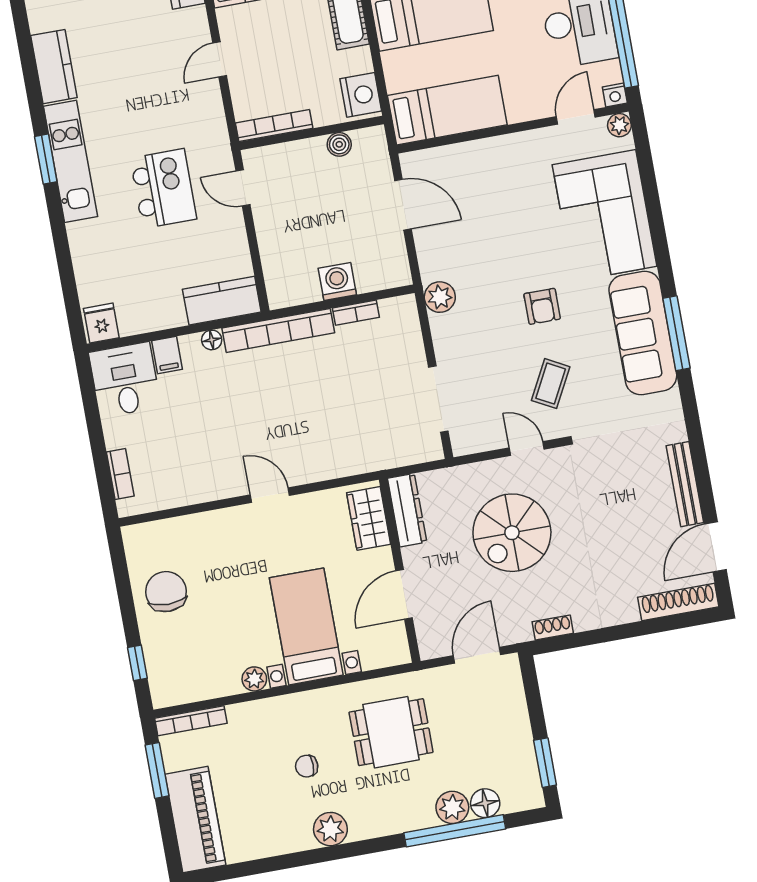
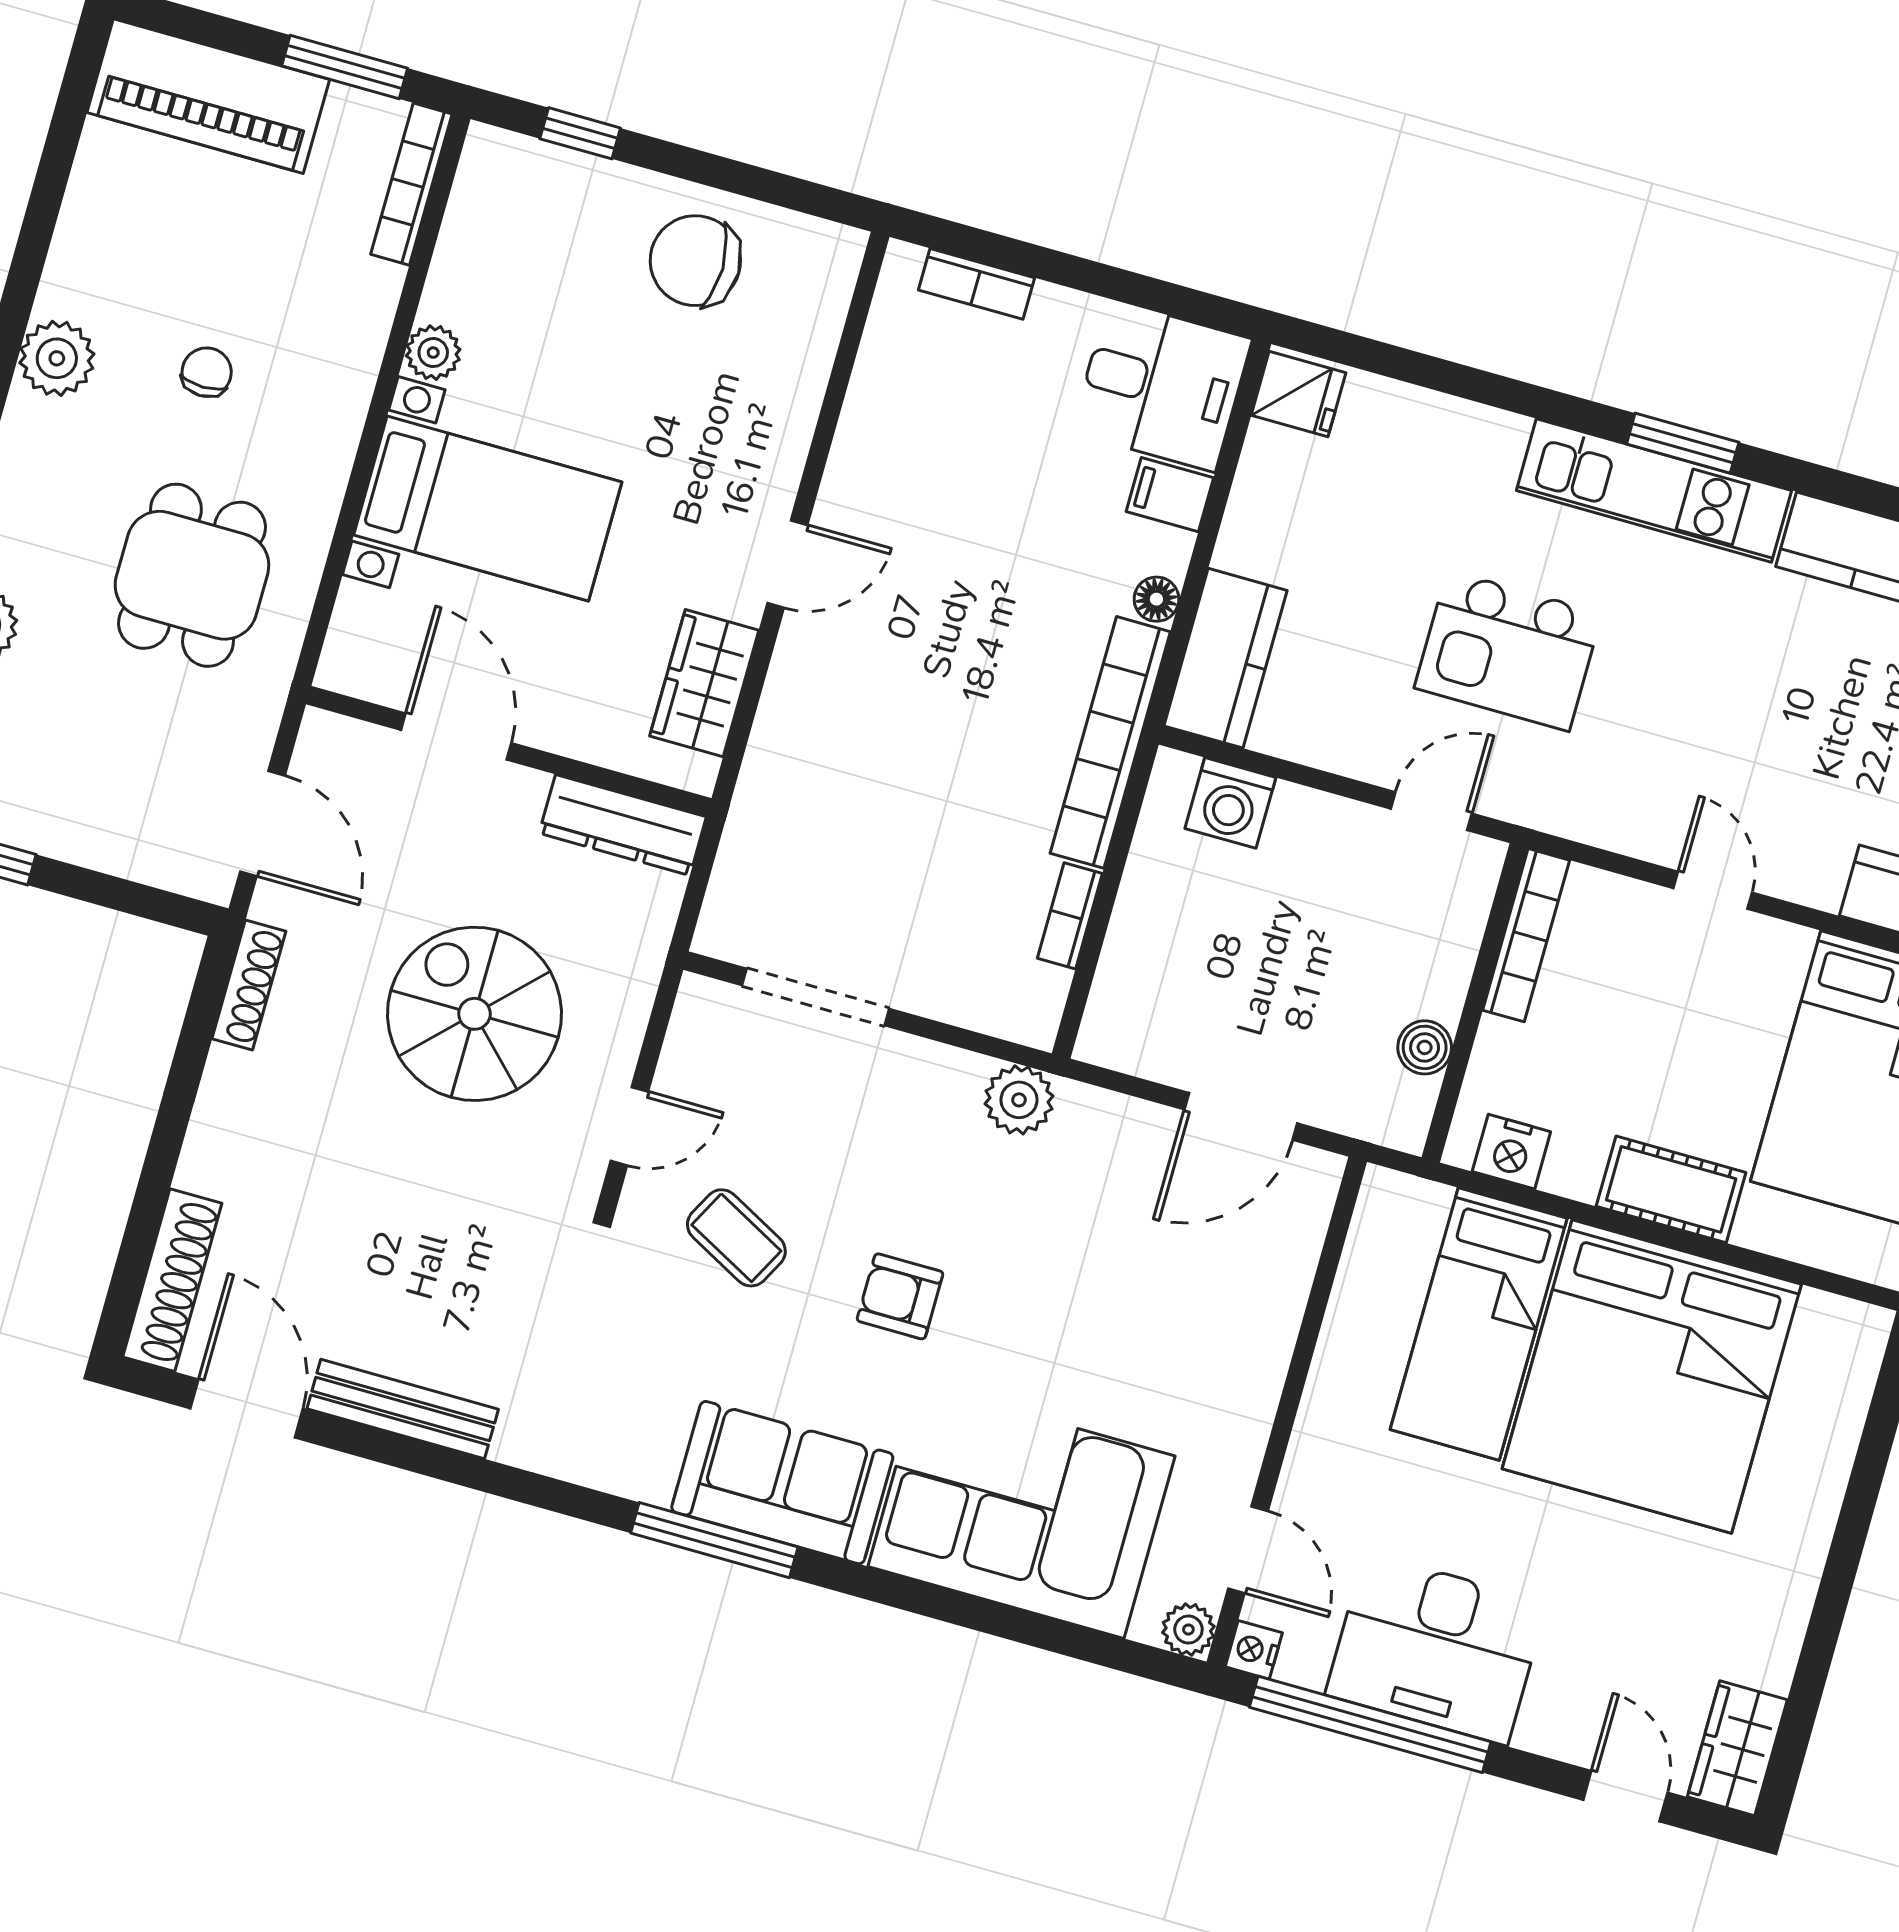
nightstand: (361, 95) -> (1511, 1152), width x0.74, depth x0.75
bed: (447, 110) -> (1479, 1324), moved
washing machine: (337, 282) -> (1230, 803), moved, turned 90
sofa: (643, 333) -> (782, 1483), width x0.73
wardrobe: (369, 518) -> (704, 683), moved, turned -90
chair: (166, 592) -> (695, 261), turned 180
shoe rack: (553, 628) -> (249, 985), width x1.43

